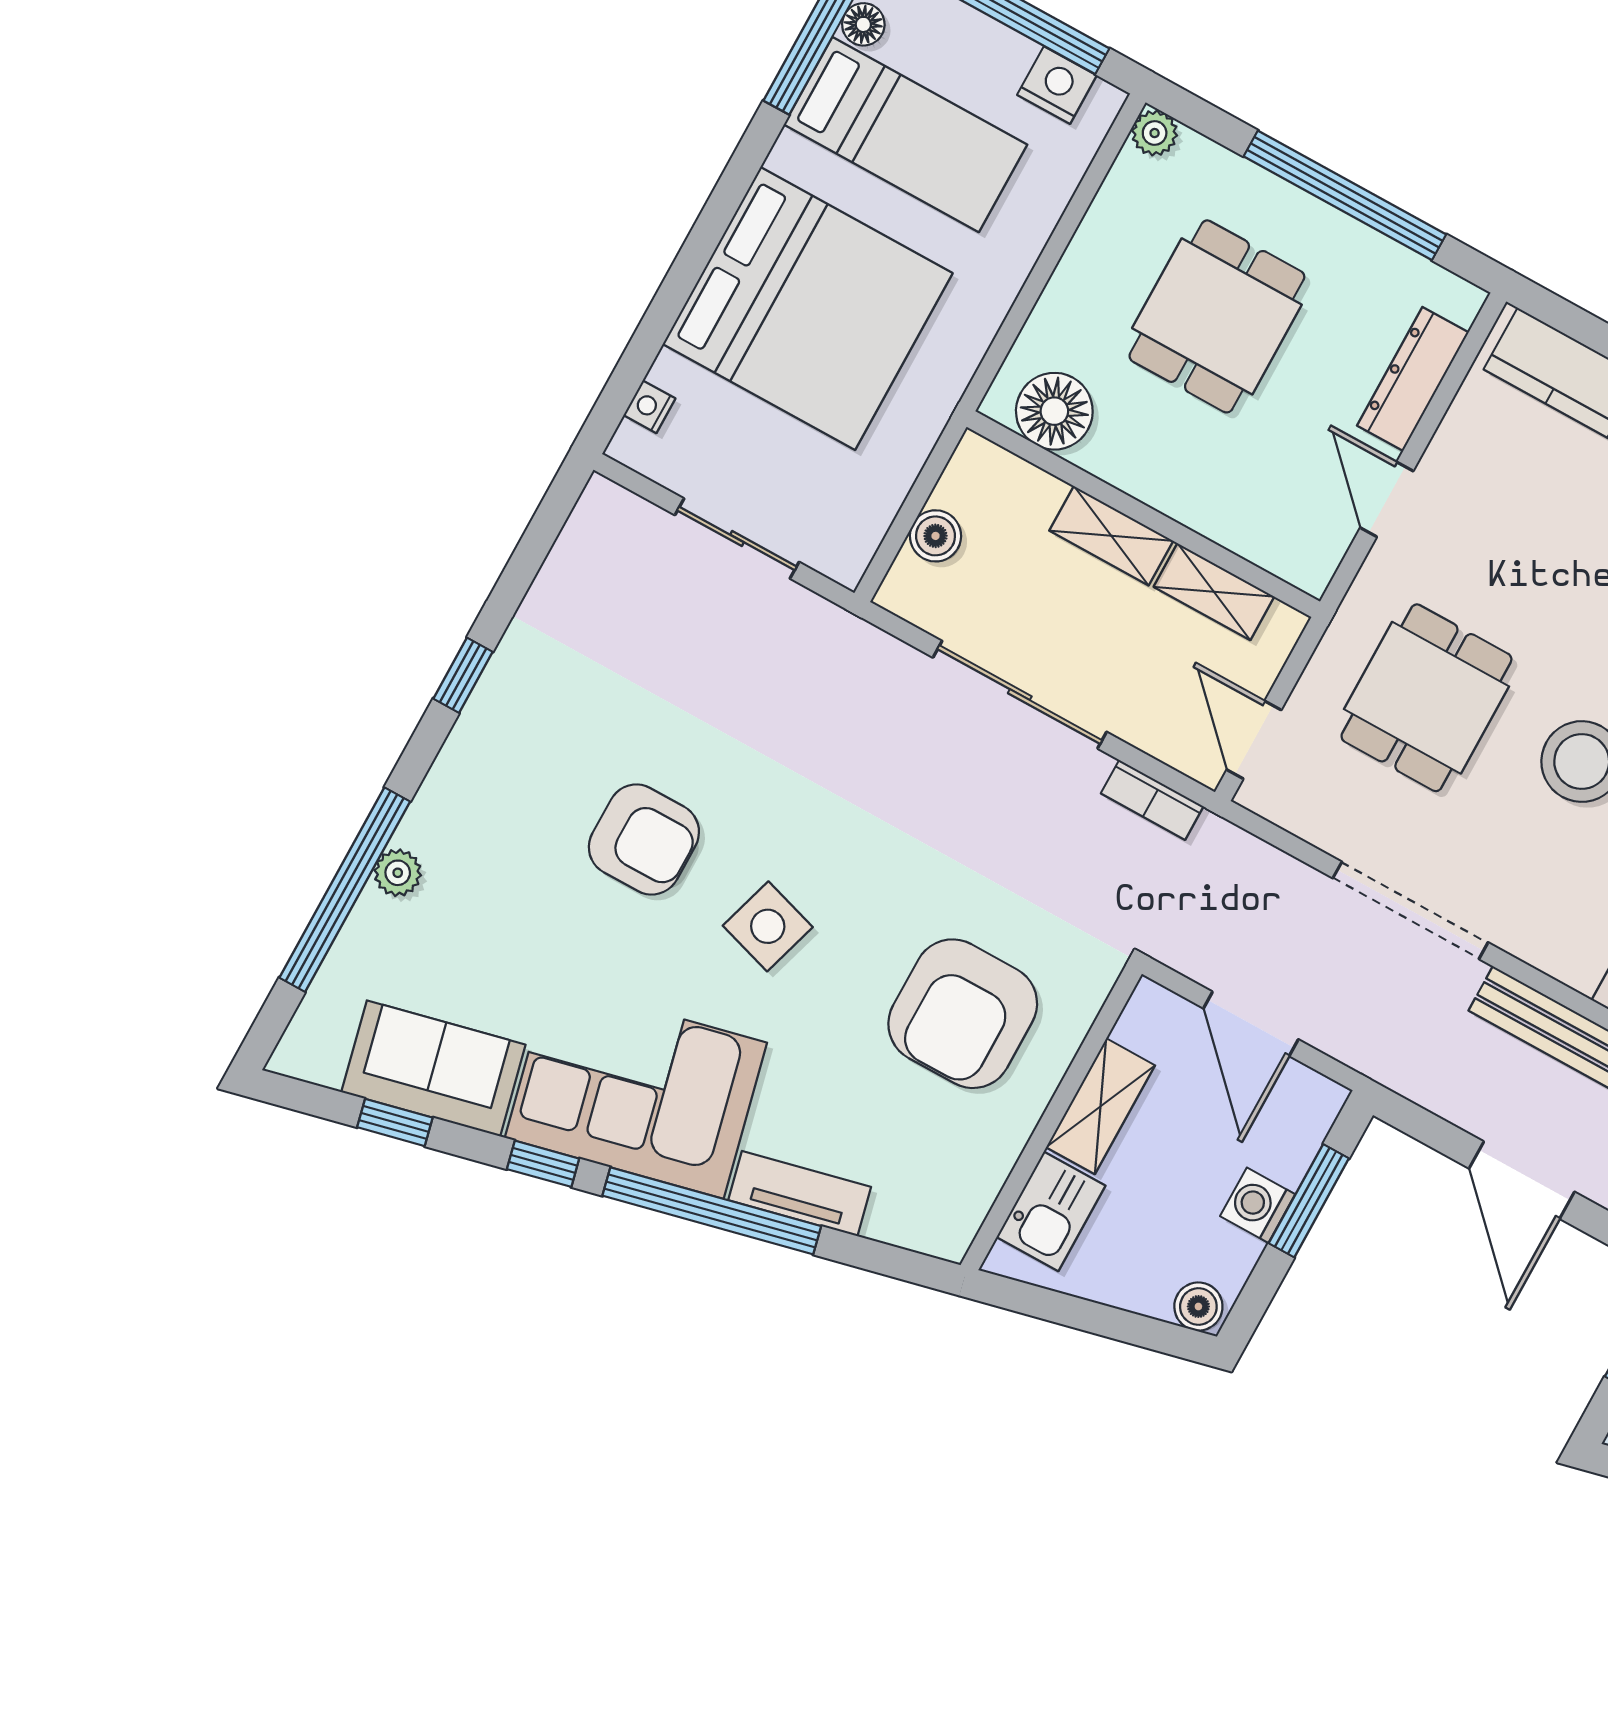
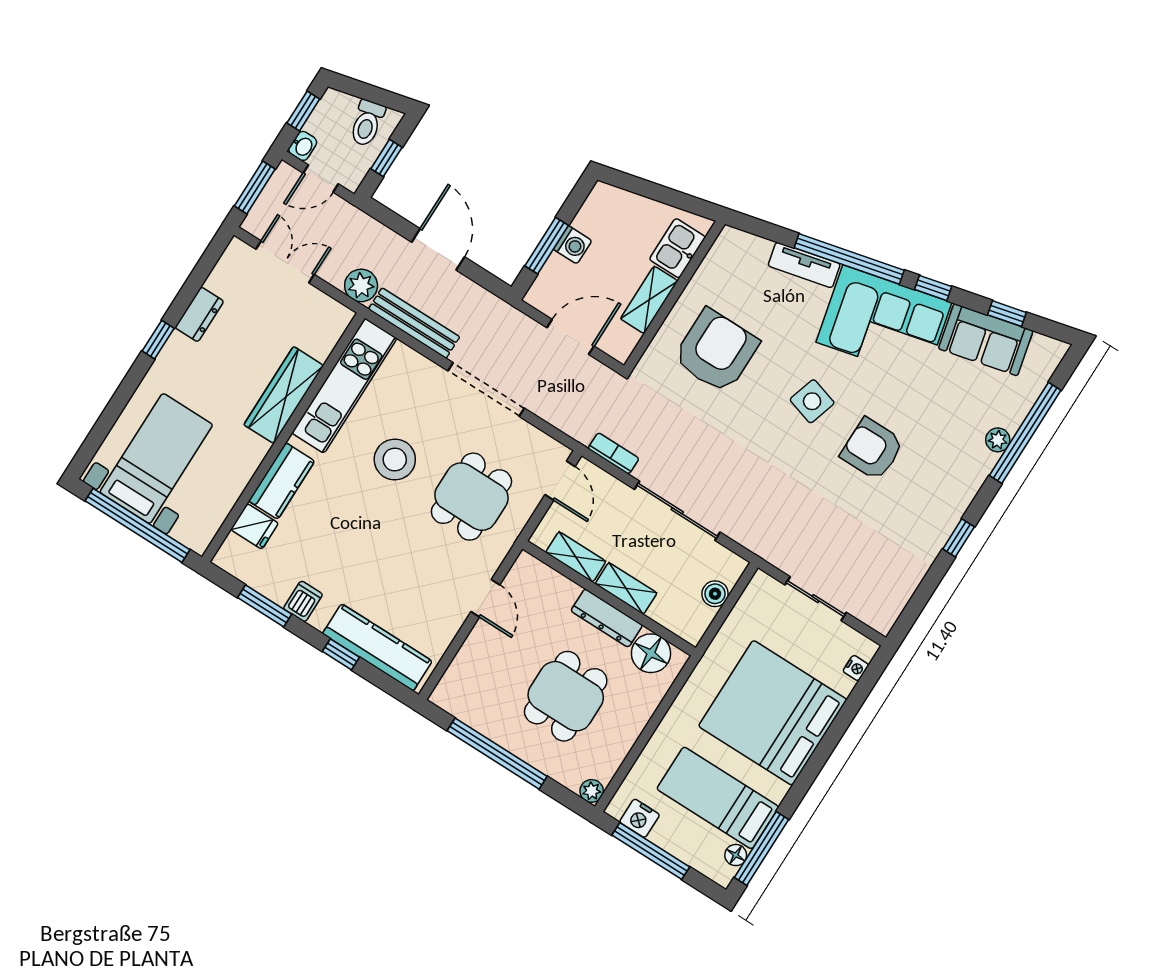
dresser: (1413, 379) -> (607, 618), moved, turned 90
door: (1251, 1024) -> (570, 337), hinge flipped
boiler: (1198, 1306) -> (606, 195), removed

